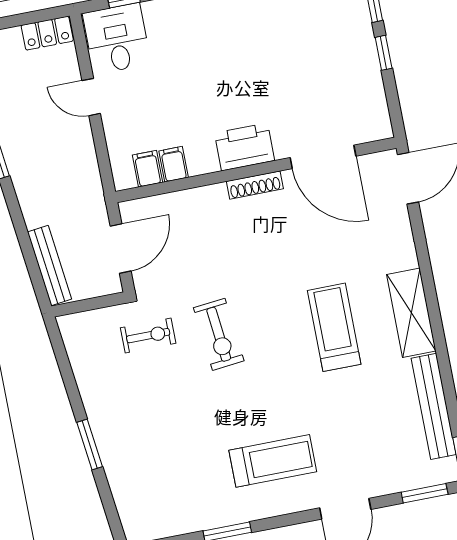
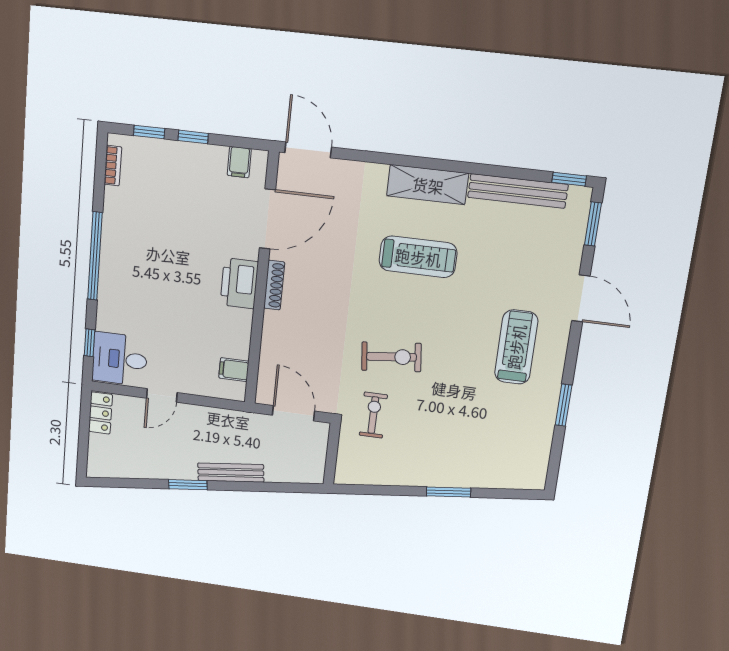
filing cabinet: (174, 164) -> (239, 162), moved, turned -90
bench: (50, 265) -> (231, 473), moved
treadmill: (334, 327) -> (418, 257), turned 180

